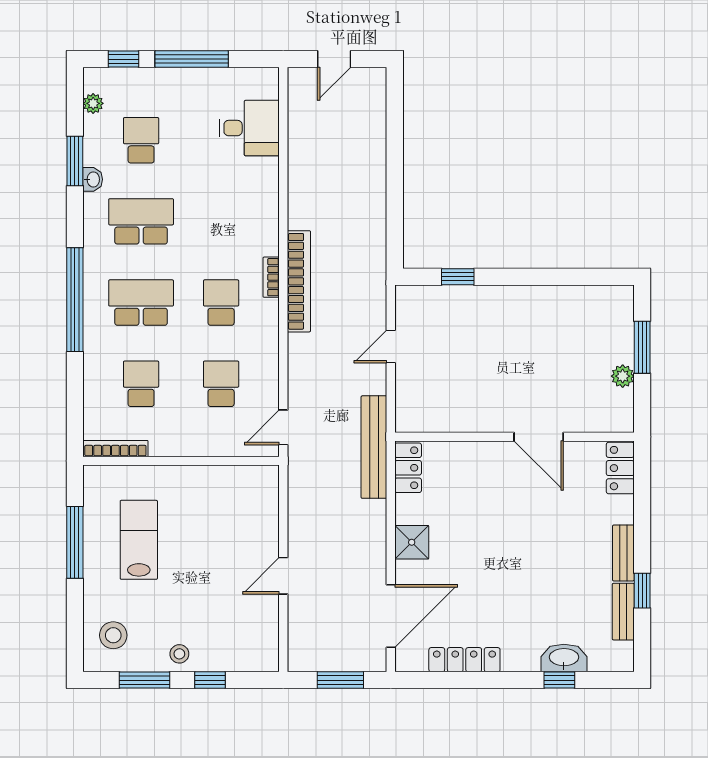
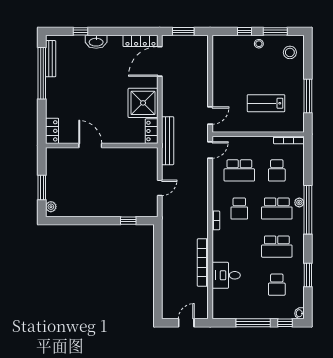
plant: (93, 103) -> (299, 202), moved
desk: (249, 128) -> (226, 275), moved
washbasin: (93, 179) -> (300, 313), moved
bookcase: (299, 281) -> (203, 262), moved
plant: (623, 376) -> (51, 207), moved
school desk: (221, 384) -> (239, 170), width x1.85
lab bench: (139, 540) -> (266, 103), moved, turned 90
shower: (412, 542) -> (143, 103), width x1.86, depth x1.86
bench: (623, 553) -> (51, 91), removed
door: (283, 576) -> (210, 116), moved
window: (642, 591) -> (42, 73), width x3.17
bench: (623, 612) -> (51, 59), width x1.36
washbasin: (564, 658) -> (96, 42), moved
locker: (464, 660) -> (140, 41), moved

